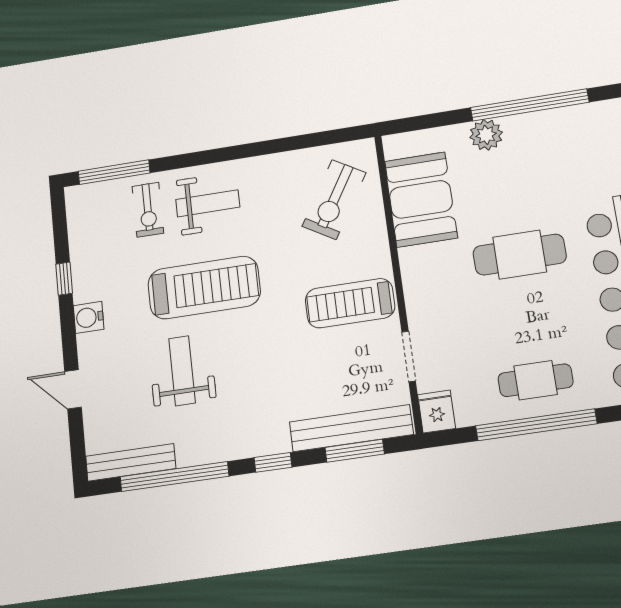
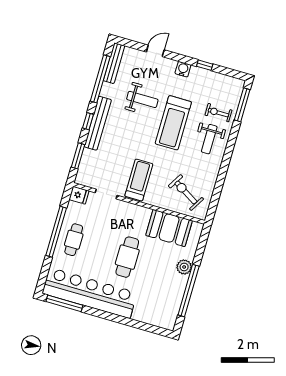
bench: (351, 428) -> (98, 123), moved

